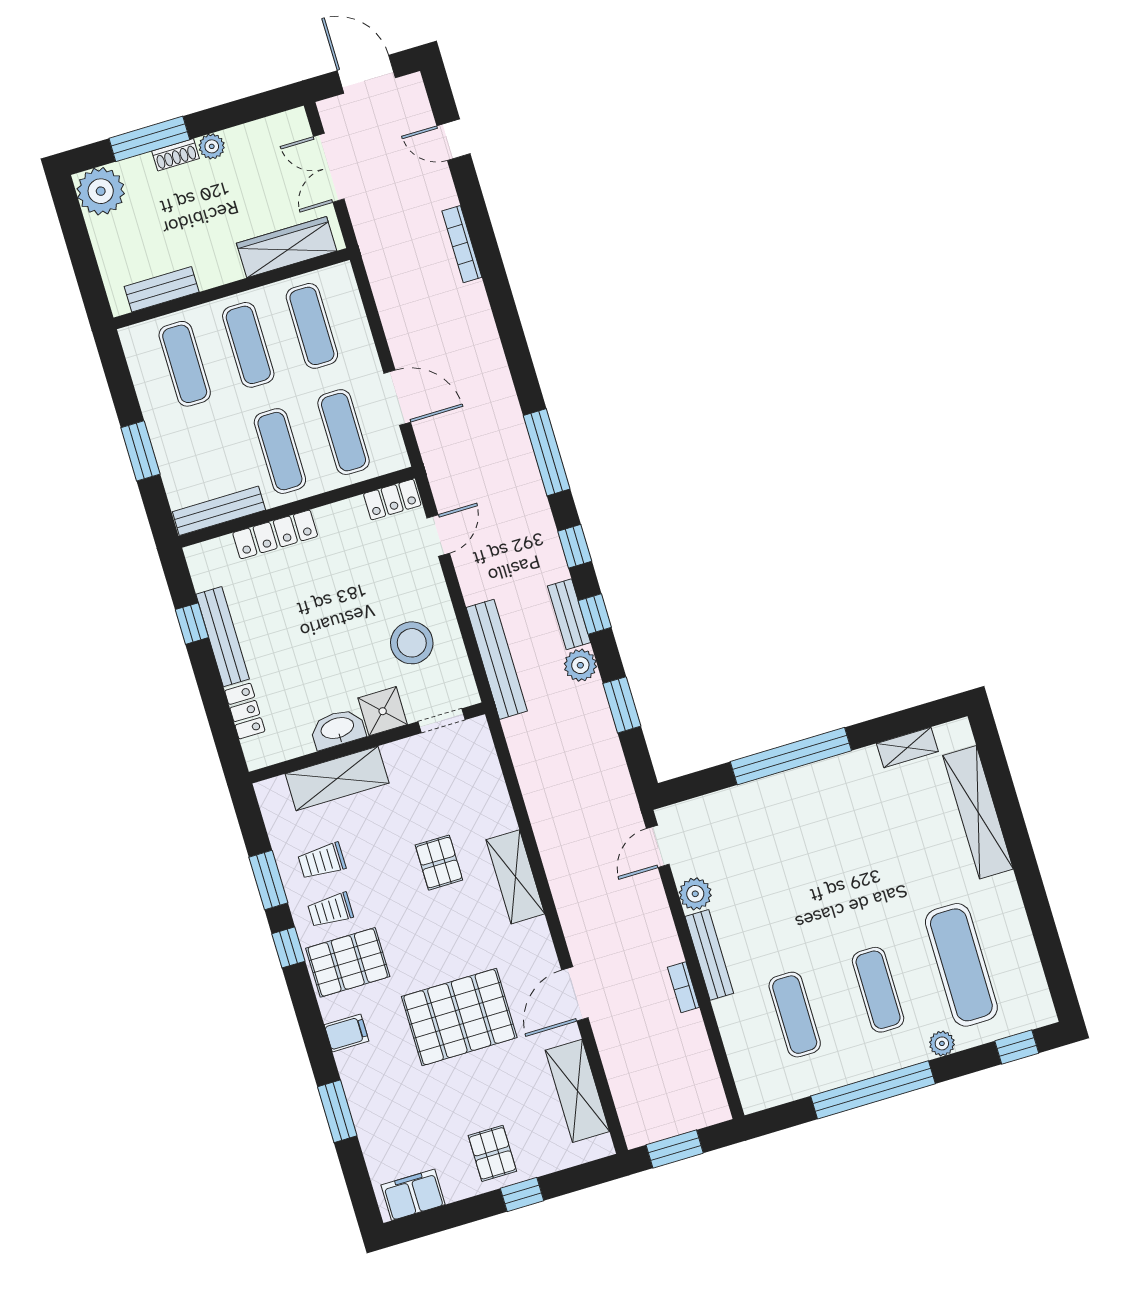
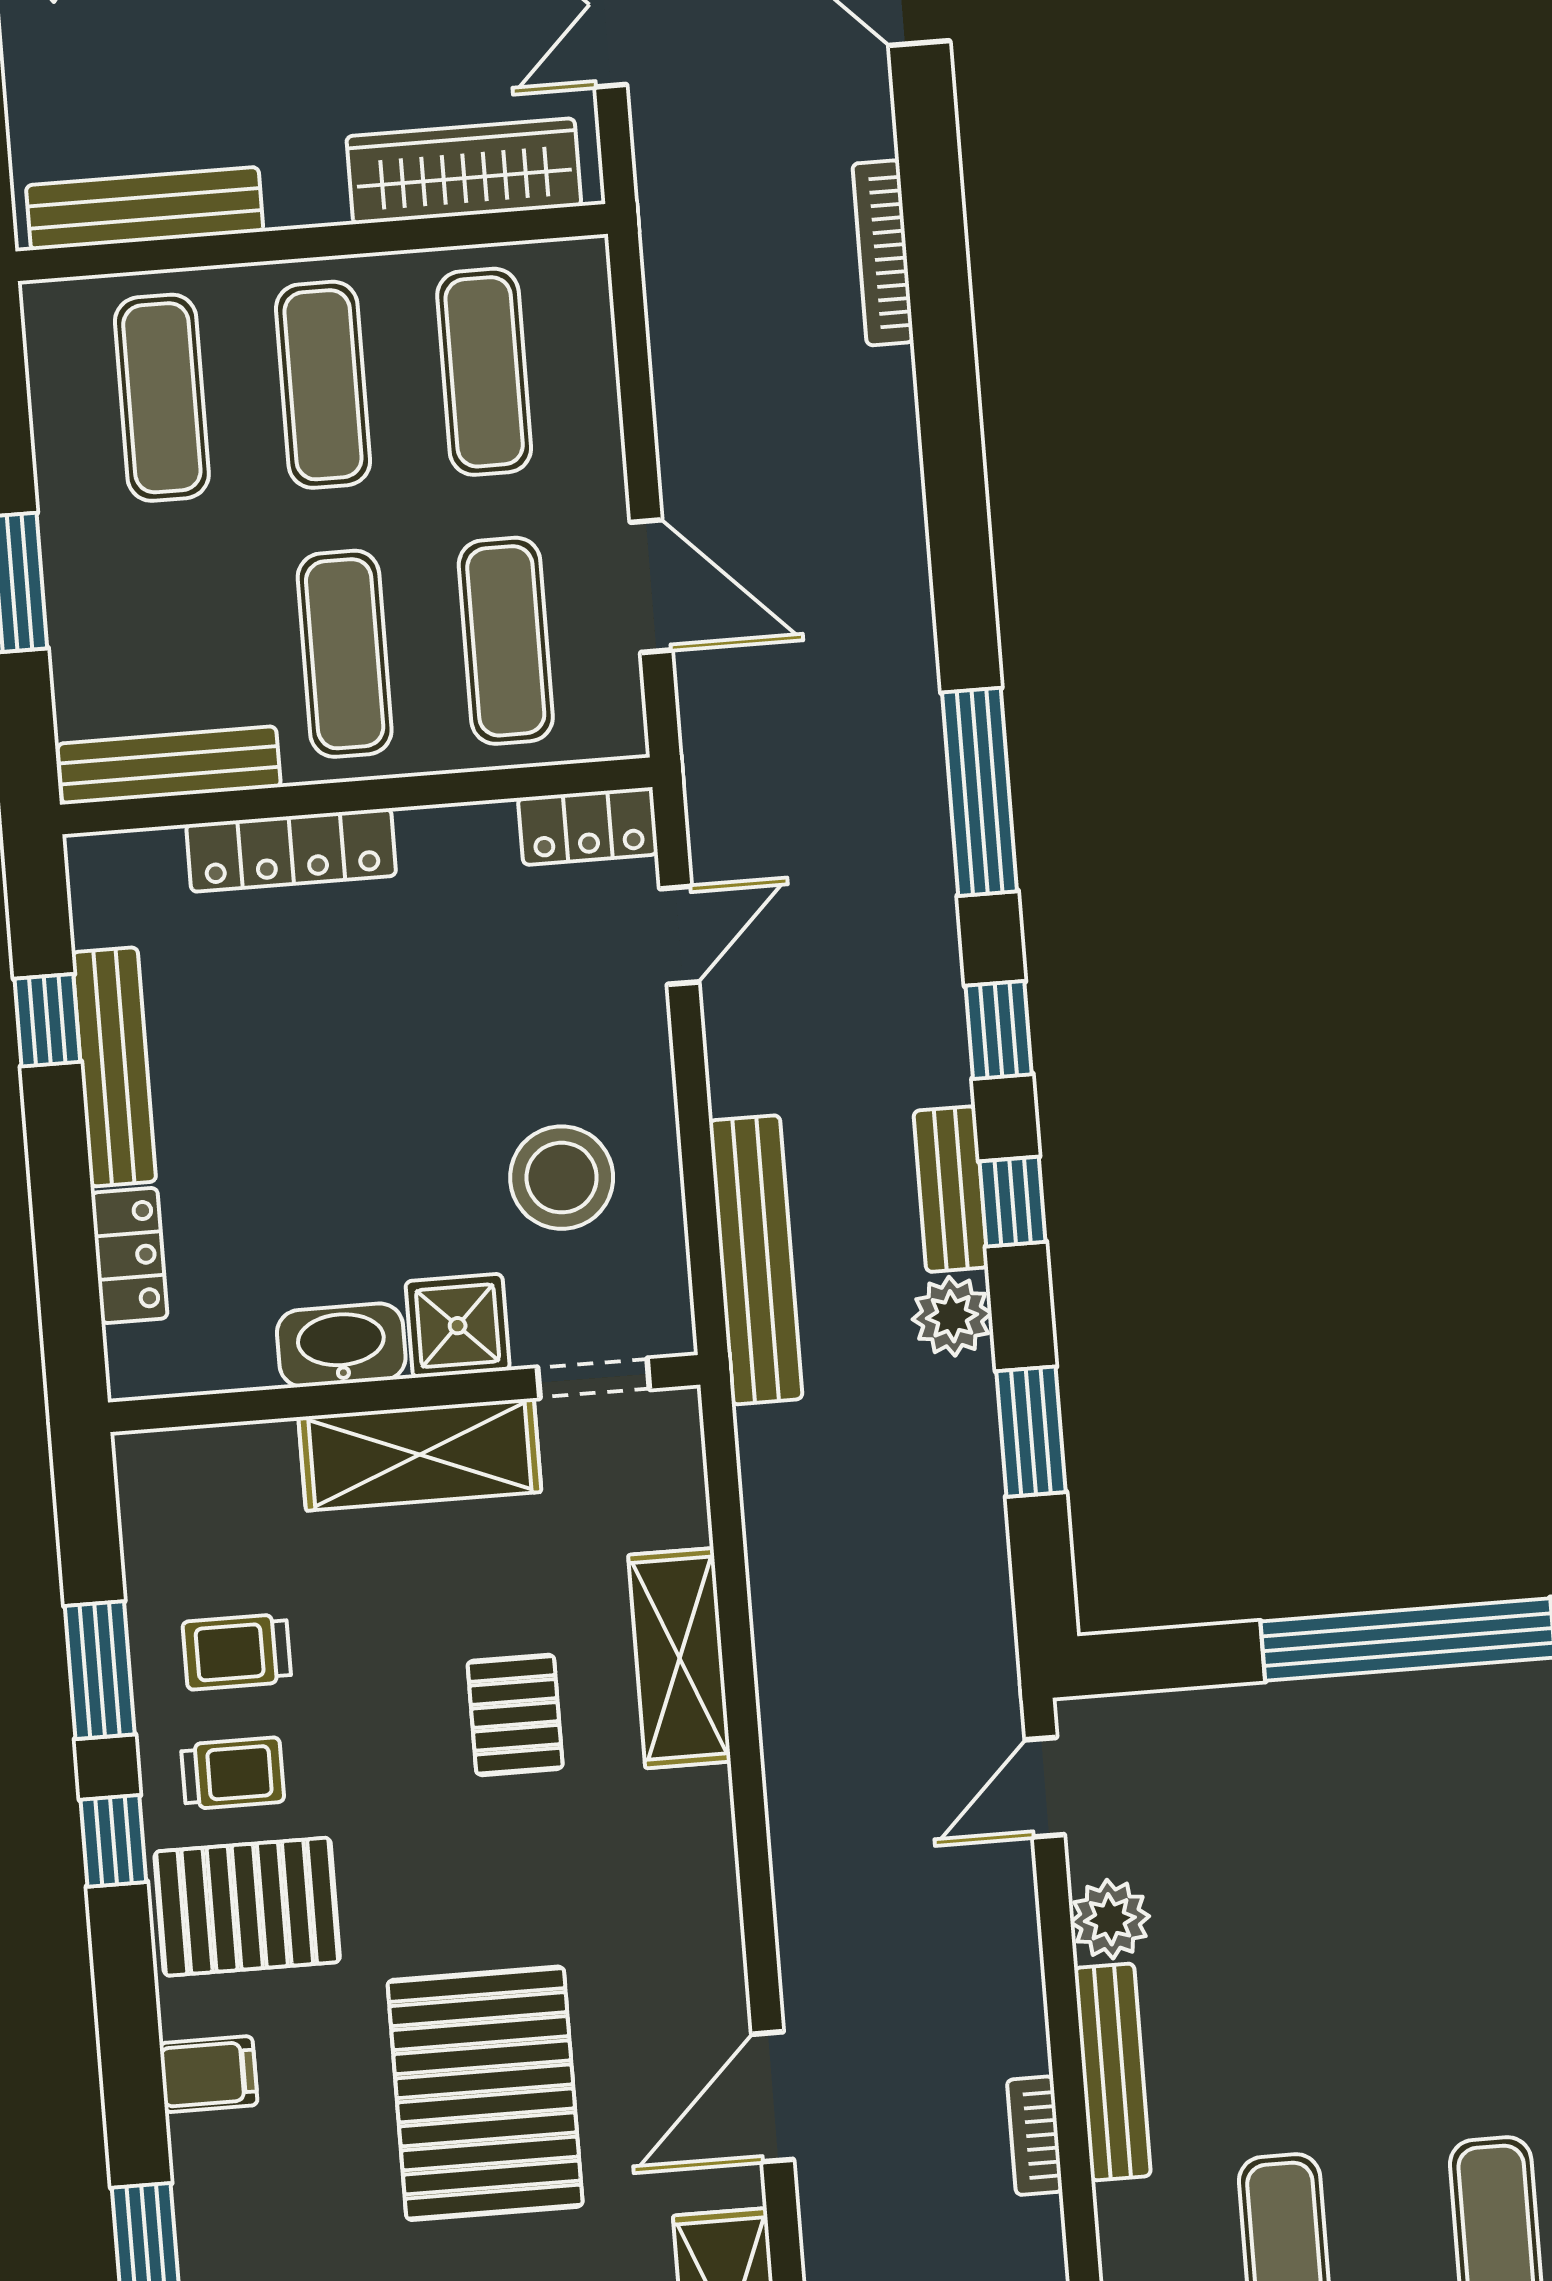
bench: (162, 289) -> (145, 208), width x1.36
shelving: (337, 778) -> (420, 1454), moved
shelving: (515, 877) -> (679, 1658), moved
trolley: (330, 910) -> (233, 1773), turned 180
pallet: (459, 1017) -> (485, 2093), turned 90

